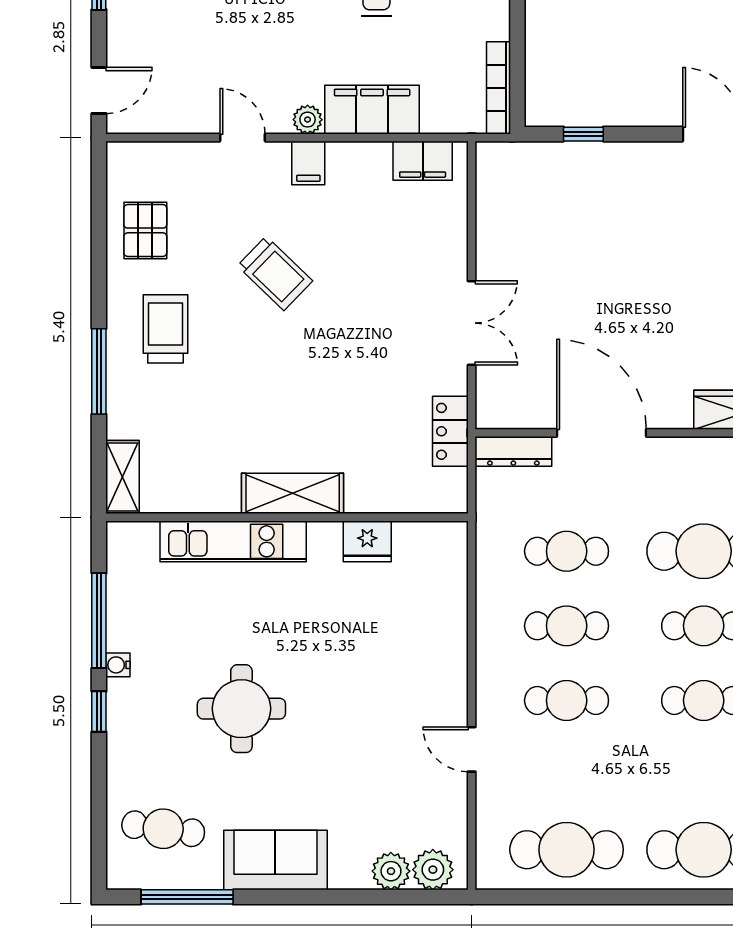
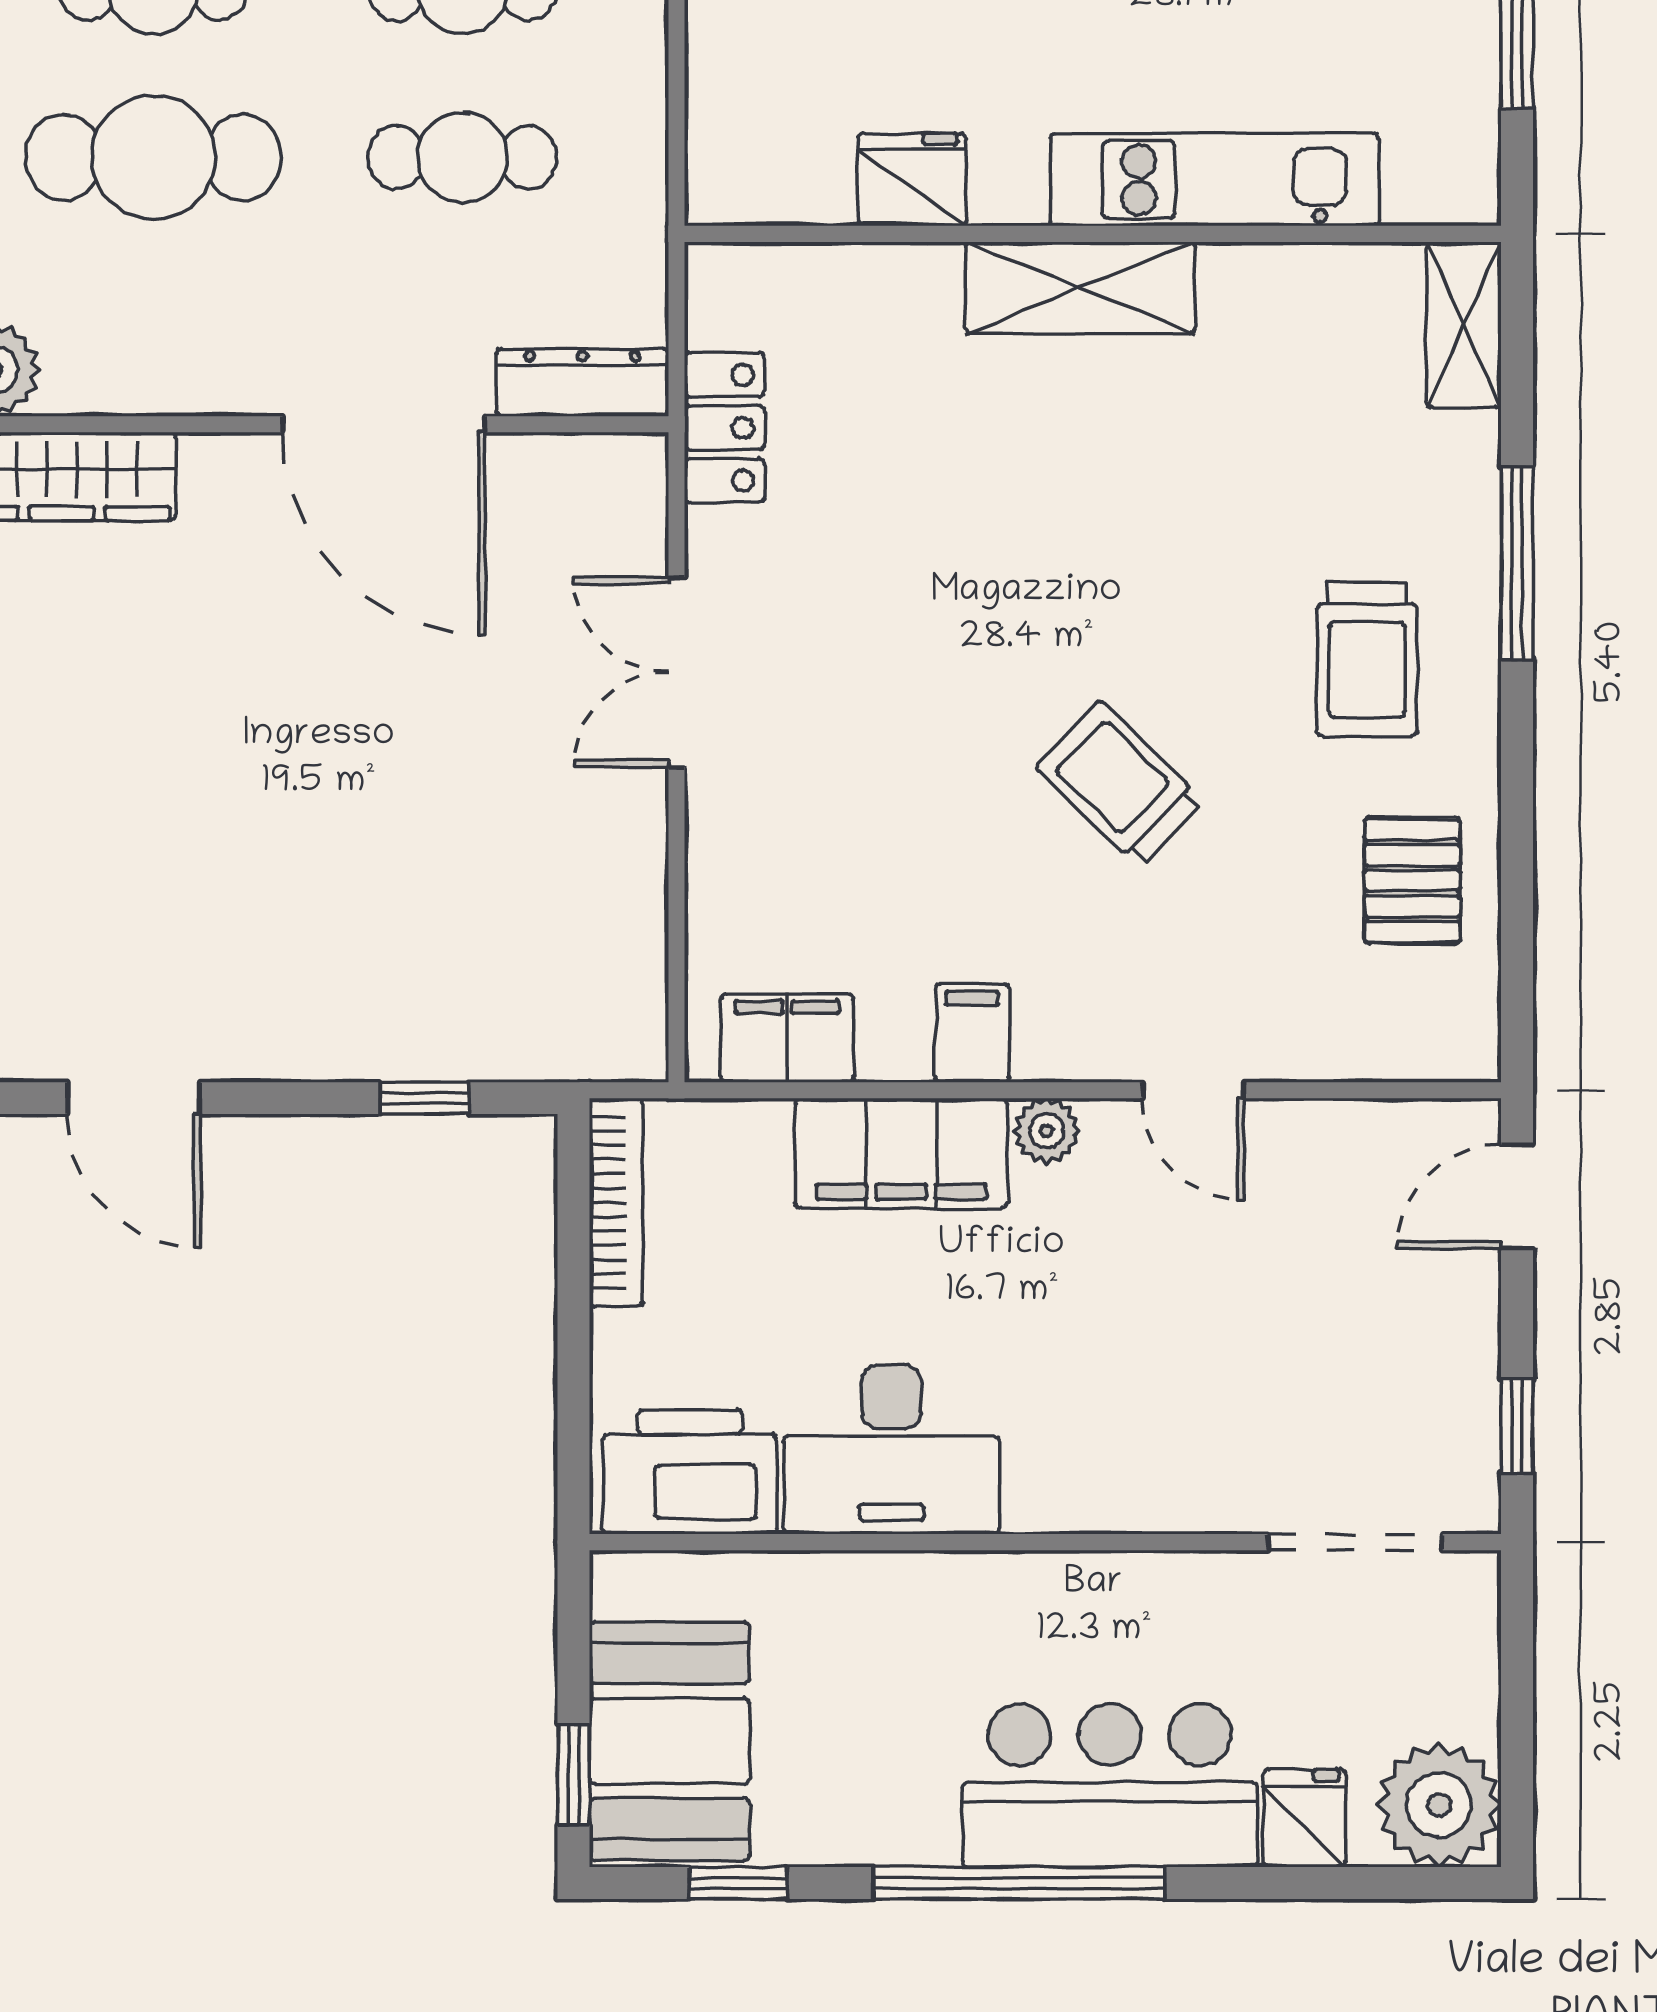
filing cabinet: (308, 163) -> (972, 1033), moved

